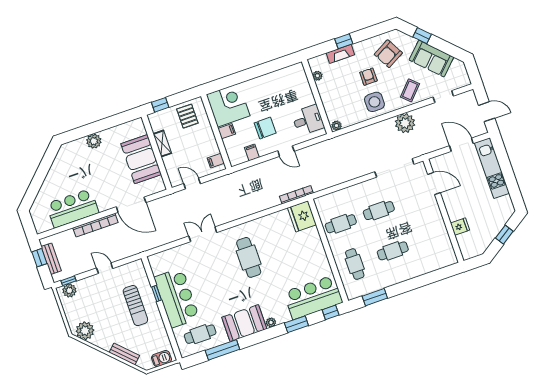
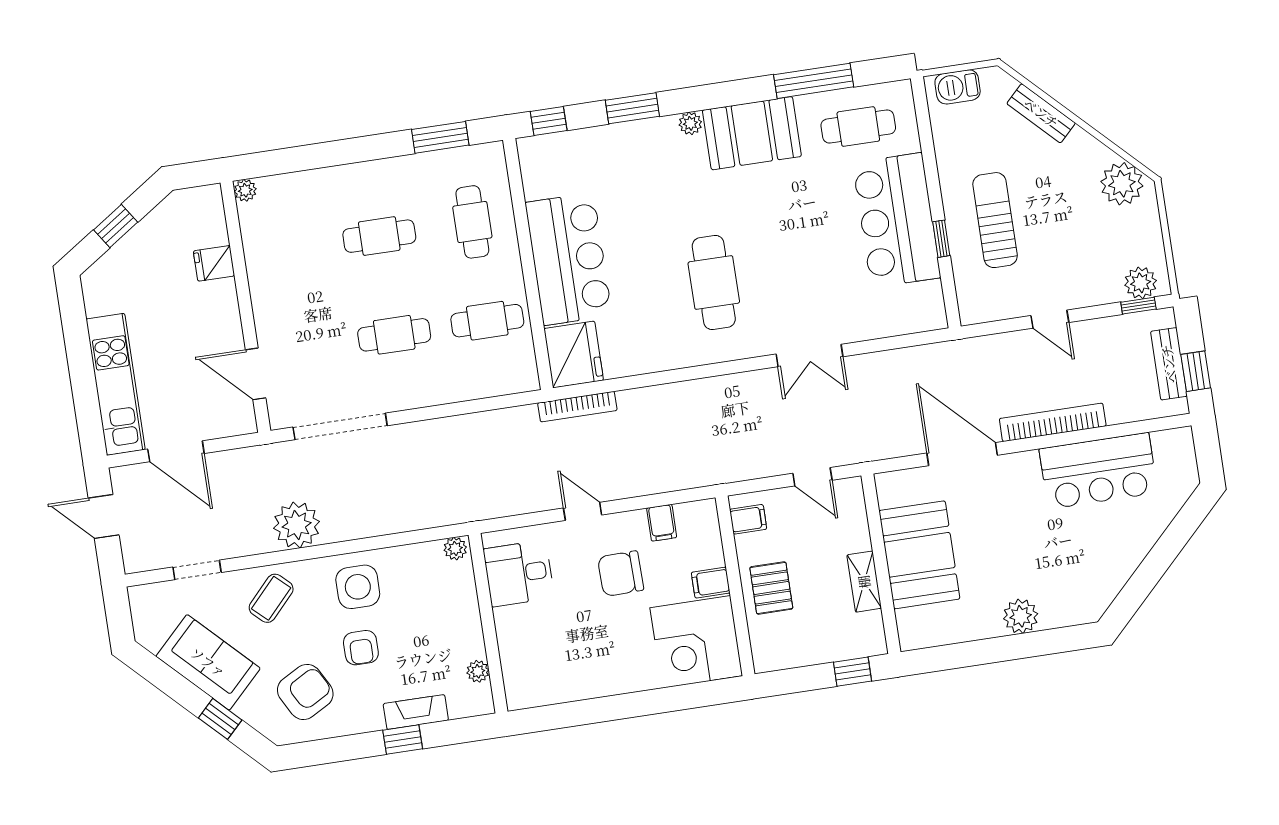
pallet: (187, 116) -> (771, 588), moved
plant: (453, 260) -> (245, 190), added
bar counter: (313, 297) -> (569, 259), moved, turned -90

